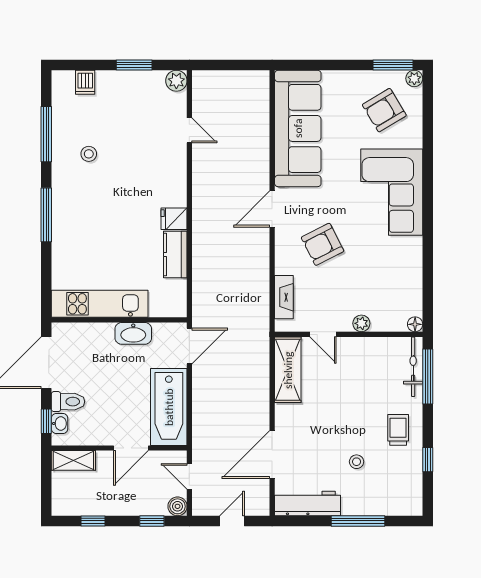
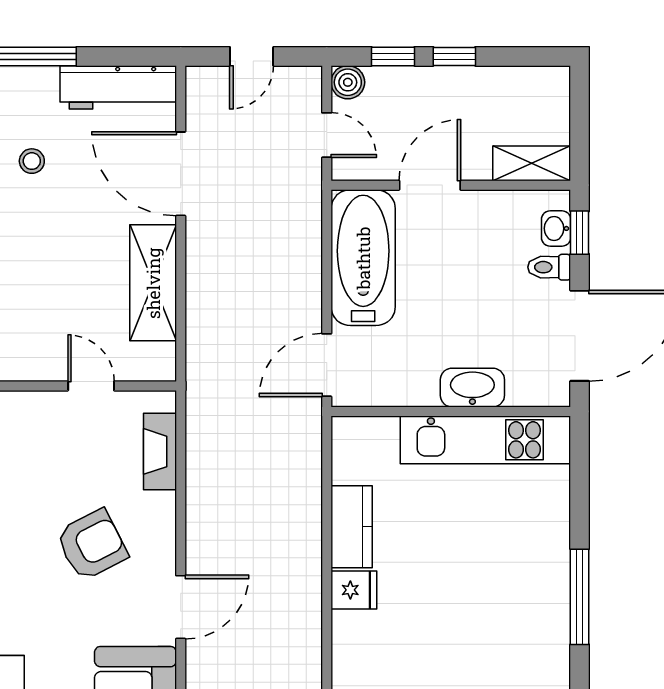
plant: (361, 323) -> (23, 405), removed
washbasin: (133, 333) -> (472, 388), moved
shelving: (288, 370) -> (153, 283), moved
toilet: (68, 402) -> (549, 267), width x0.73, depth x0.72
door: (272, 454) -> (181, 174), swing flipped
window: (93, 521) -> (454, 56), moved

